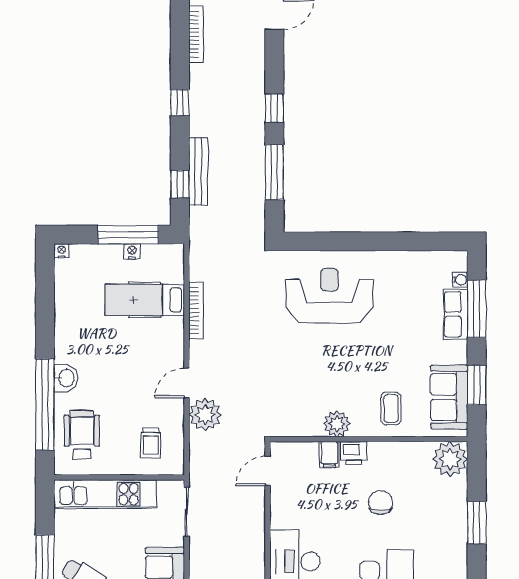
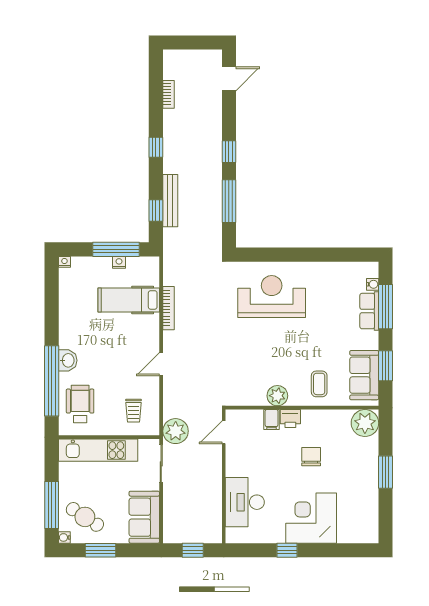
bookcase: (196, 34) -> (168, 94), width x0.64
plant: (205, 415) -> (176, 431), moved

